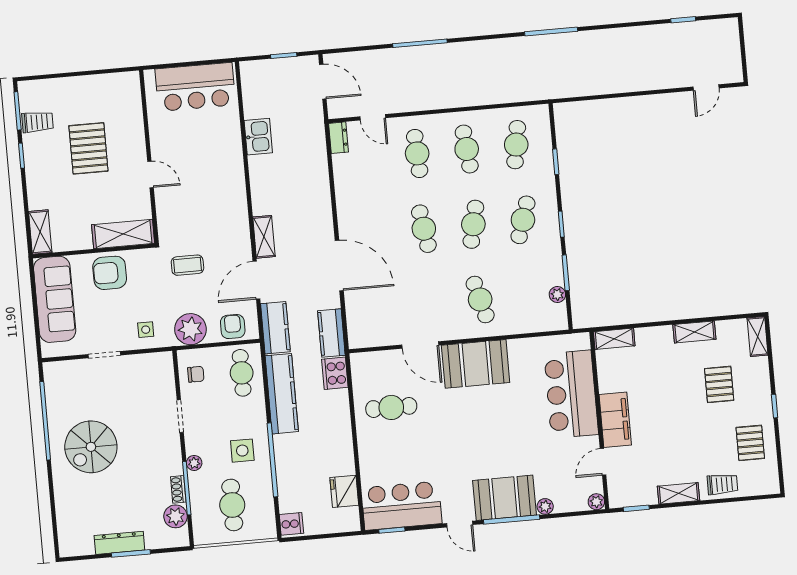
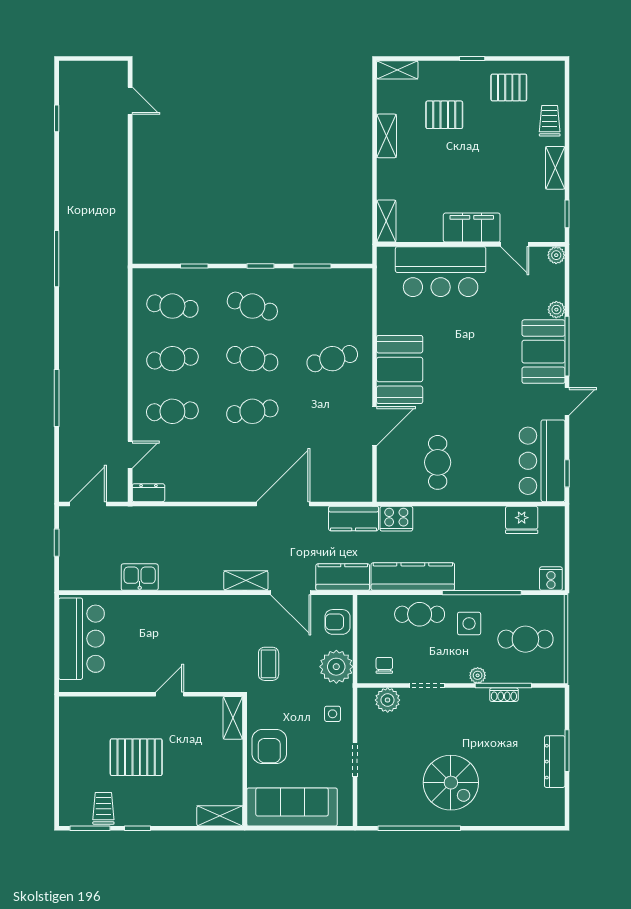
shelving: (123, 234) -> (233, 718), width x0.67, depth x0.75
plant: (557, 295) -> (334, 277), removed
cafe table: (242, 373) -> (420, 614), moved
plant: (176, 516) -> (388, 700), moved

